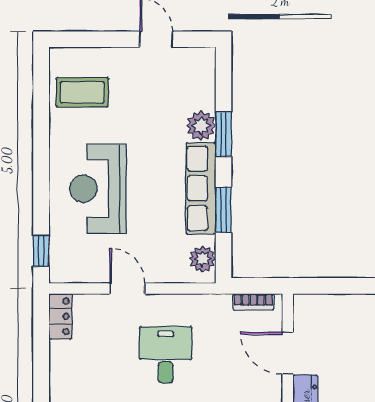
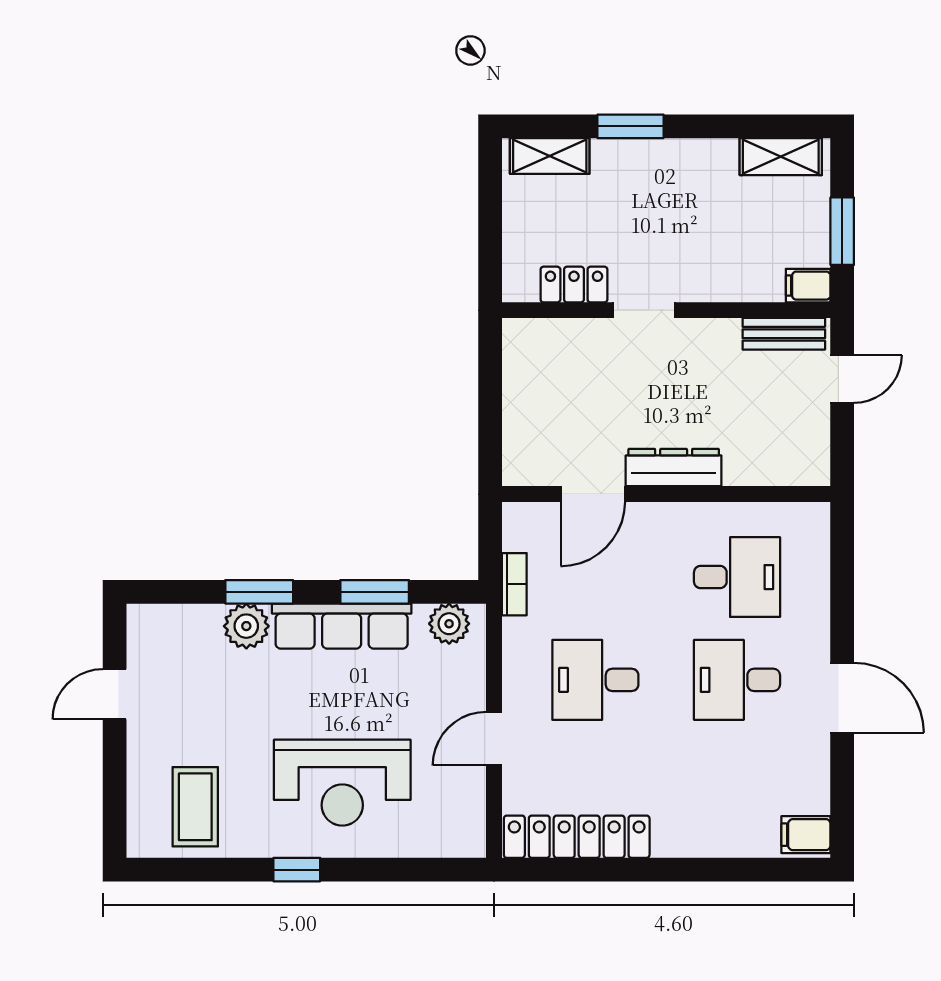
window: (41, 251) -> (297, 870), moved
bookcase: (253, 302) -> (514, 584), moved
locker: (60, 316) -> (577, 837), width x2.16, depth x1.21

